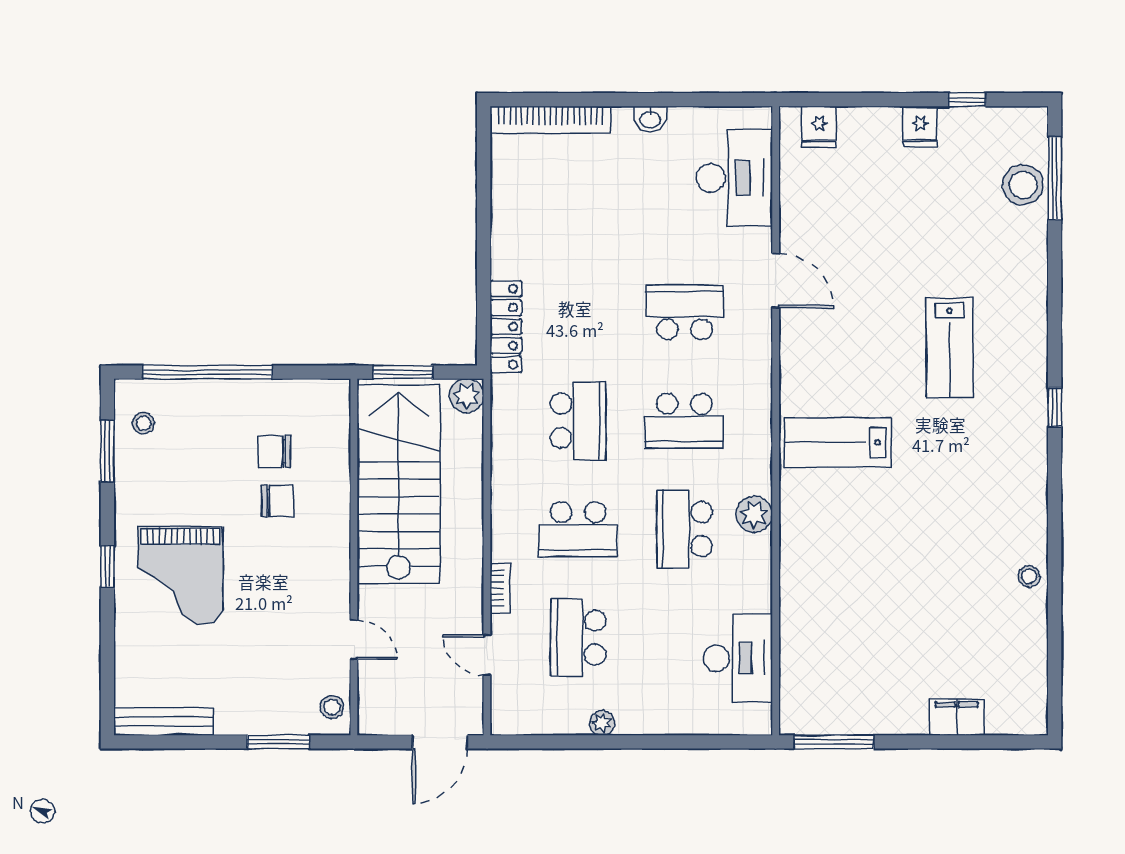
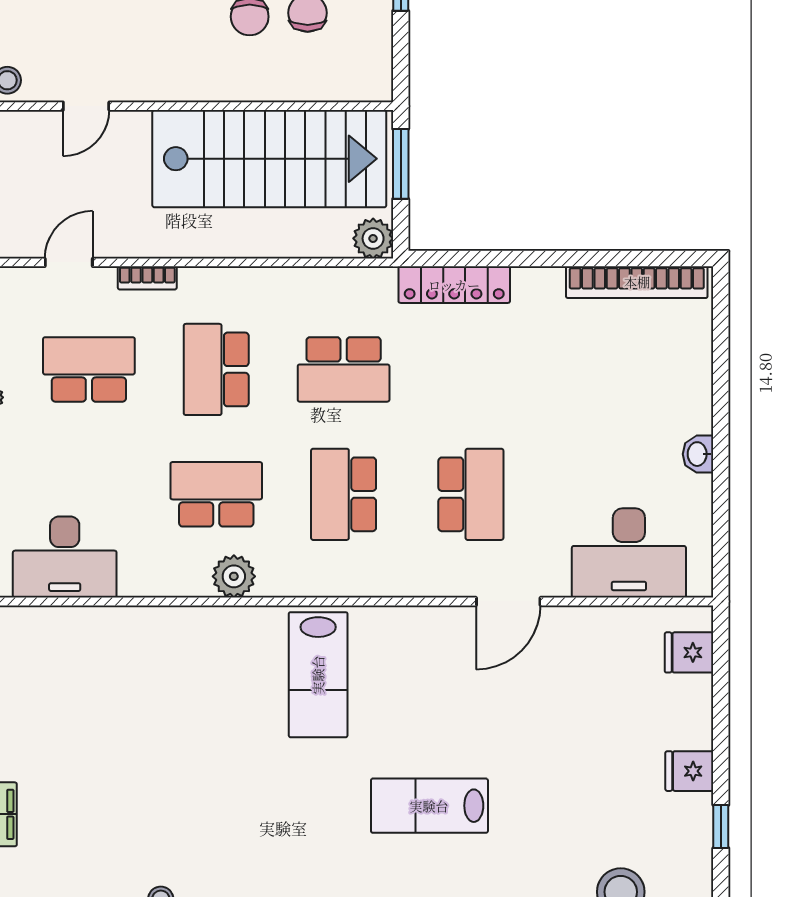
bookcase: (550, 120) -> (637, 282), moved, turned -90
lab bench: (838, 442) -> (318, 675), turned 180

